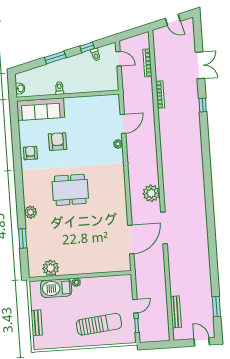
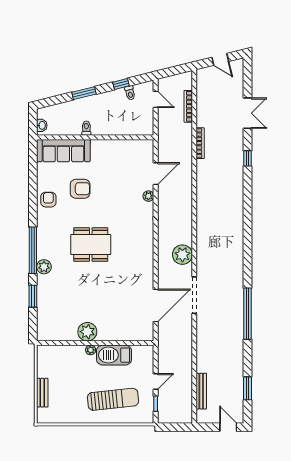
armchair: (58, 142) -> (80, 189), turned 90
window: (20, 198) -> (33, 250), added
window: (212, 241) -> (248, 314), added
plant: (51, 268) -> (87, 332), moved
barbecue: (56, 288) -> (114, 355), moved

